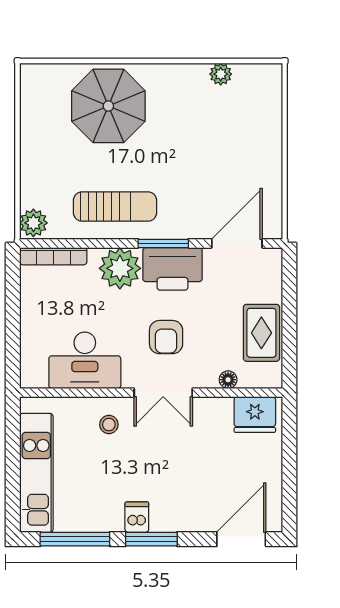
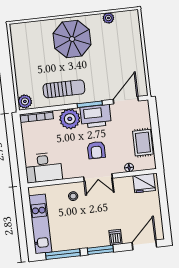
parasol: (108, 106) -> (72, 39), moved
desk: (85, 360) -> (43, 168), moved
dishwasher: (137, 517) -> (116, 237), moved

